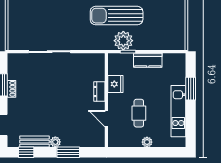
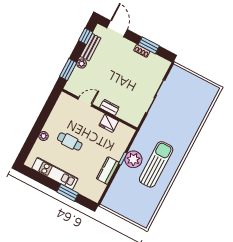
fridge: (115, 84) -> (109, 123), moved
dresser: (99, 91) -> (109, 107), moved
wall: (106, 100) -> (100, 109), moved
door: (106, 119) -> (85, 102), moved

